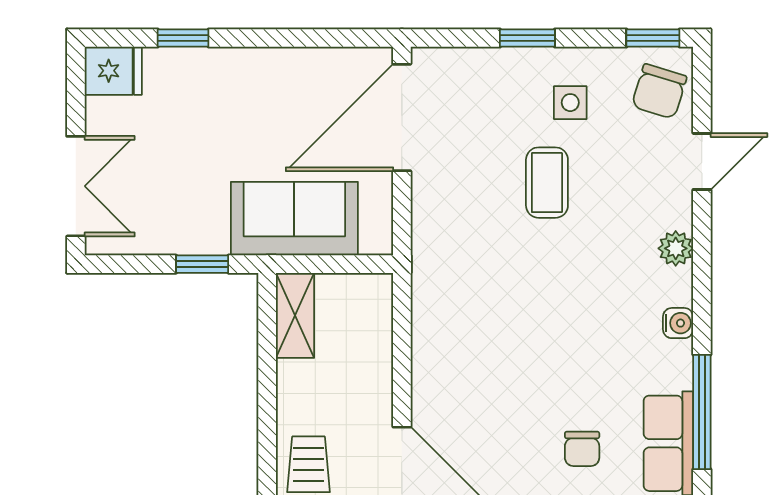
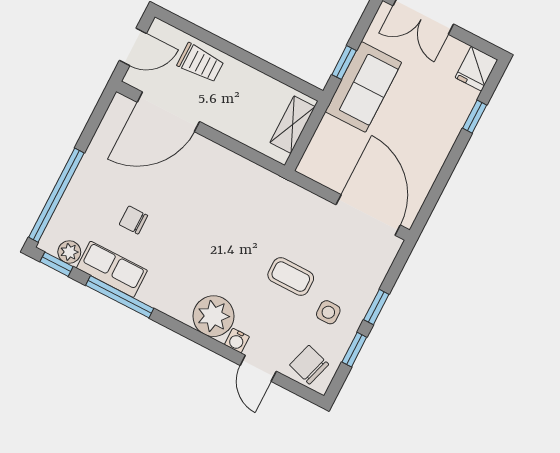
window: (653, 38) -> (354, 350), moved
sofa: (294, 219) -> (363, 87), moved
plant: (676, 248) -> (213, 316), width x1.88, depth x1.88
shelving: (295, 315) -> (293, 125), moved, turned 90
water cooler: (678, 323) -> (237, 341), moved

